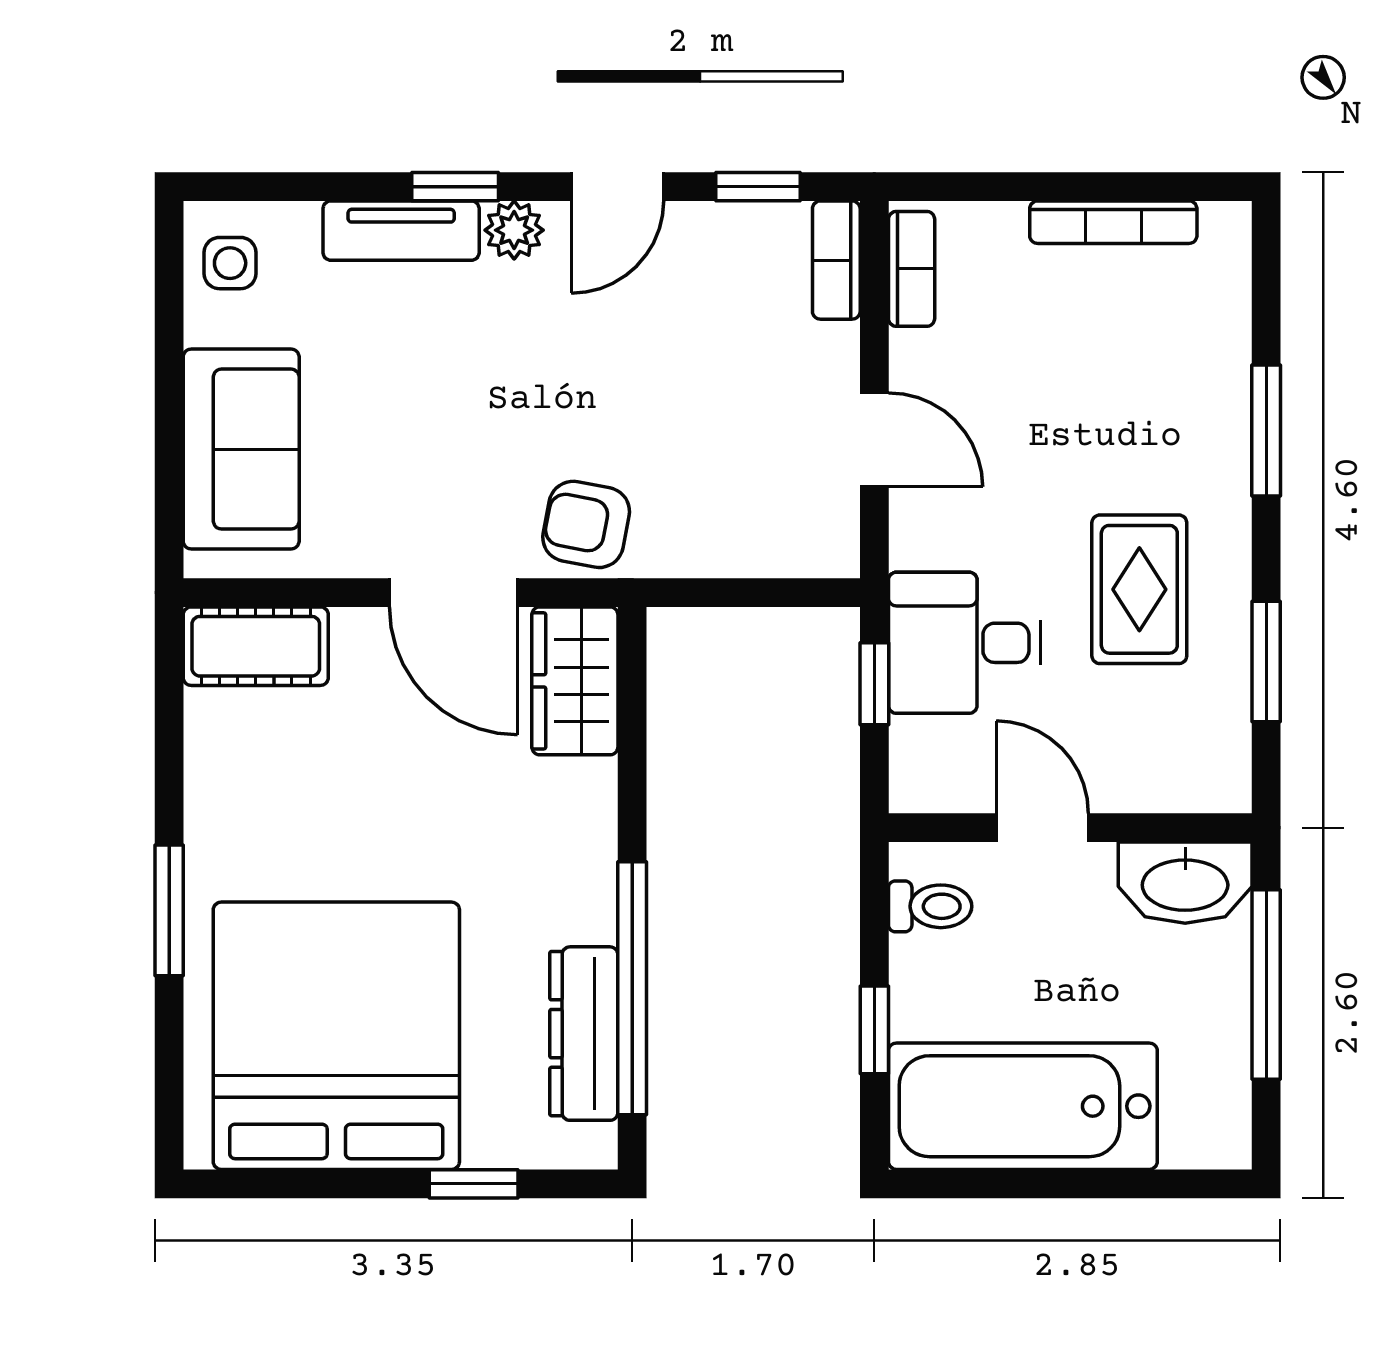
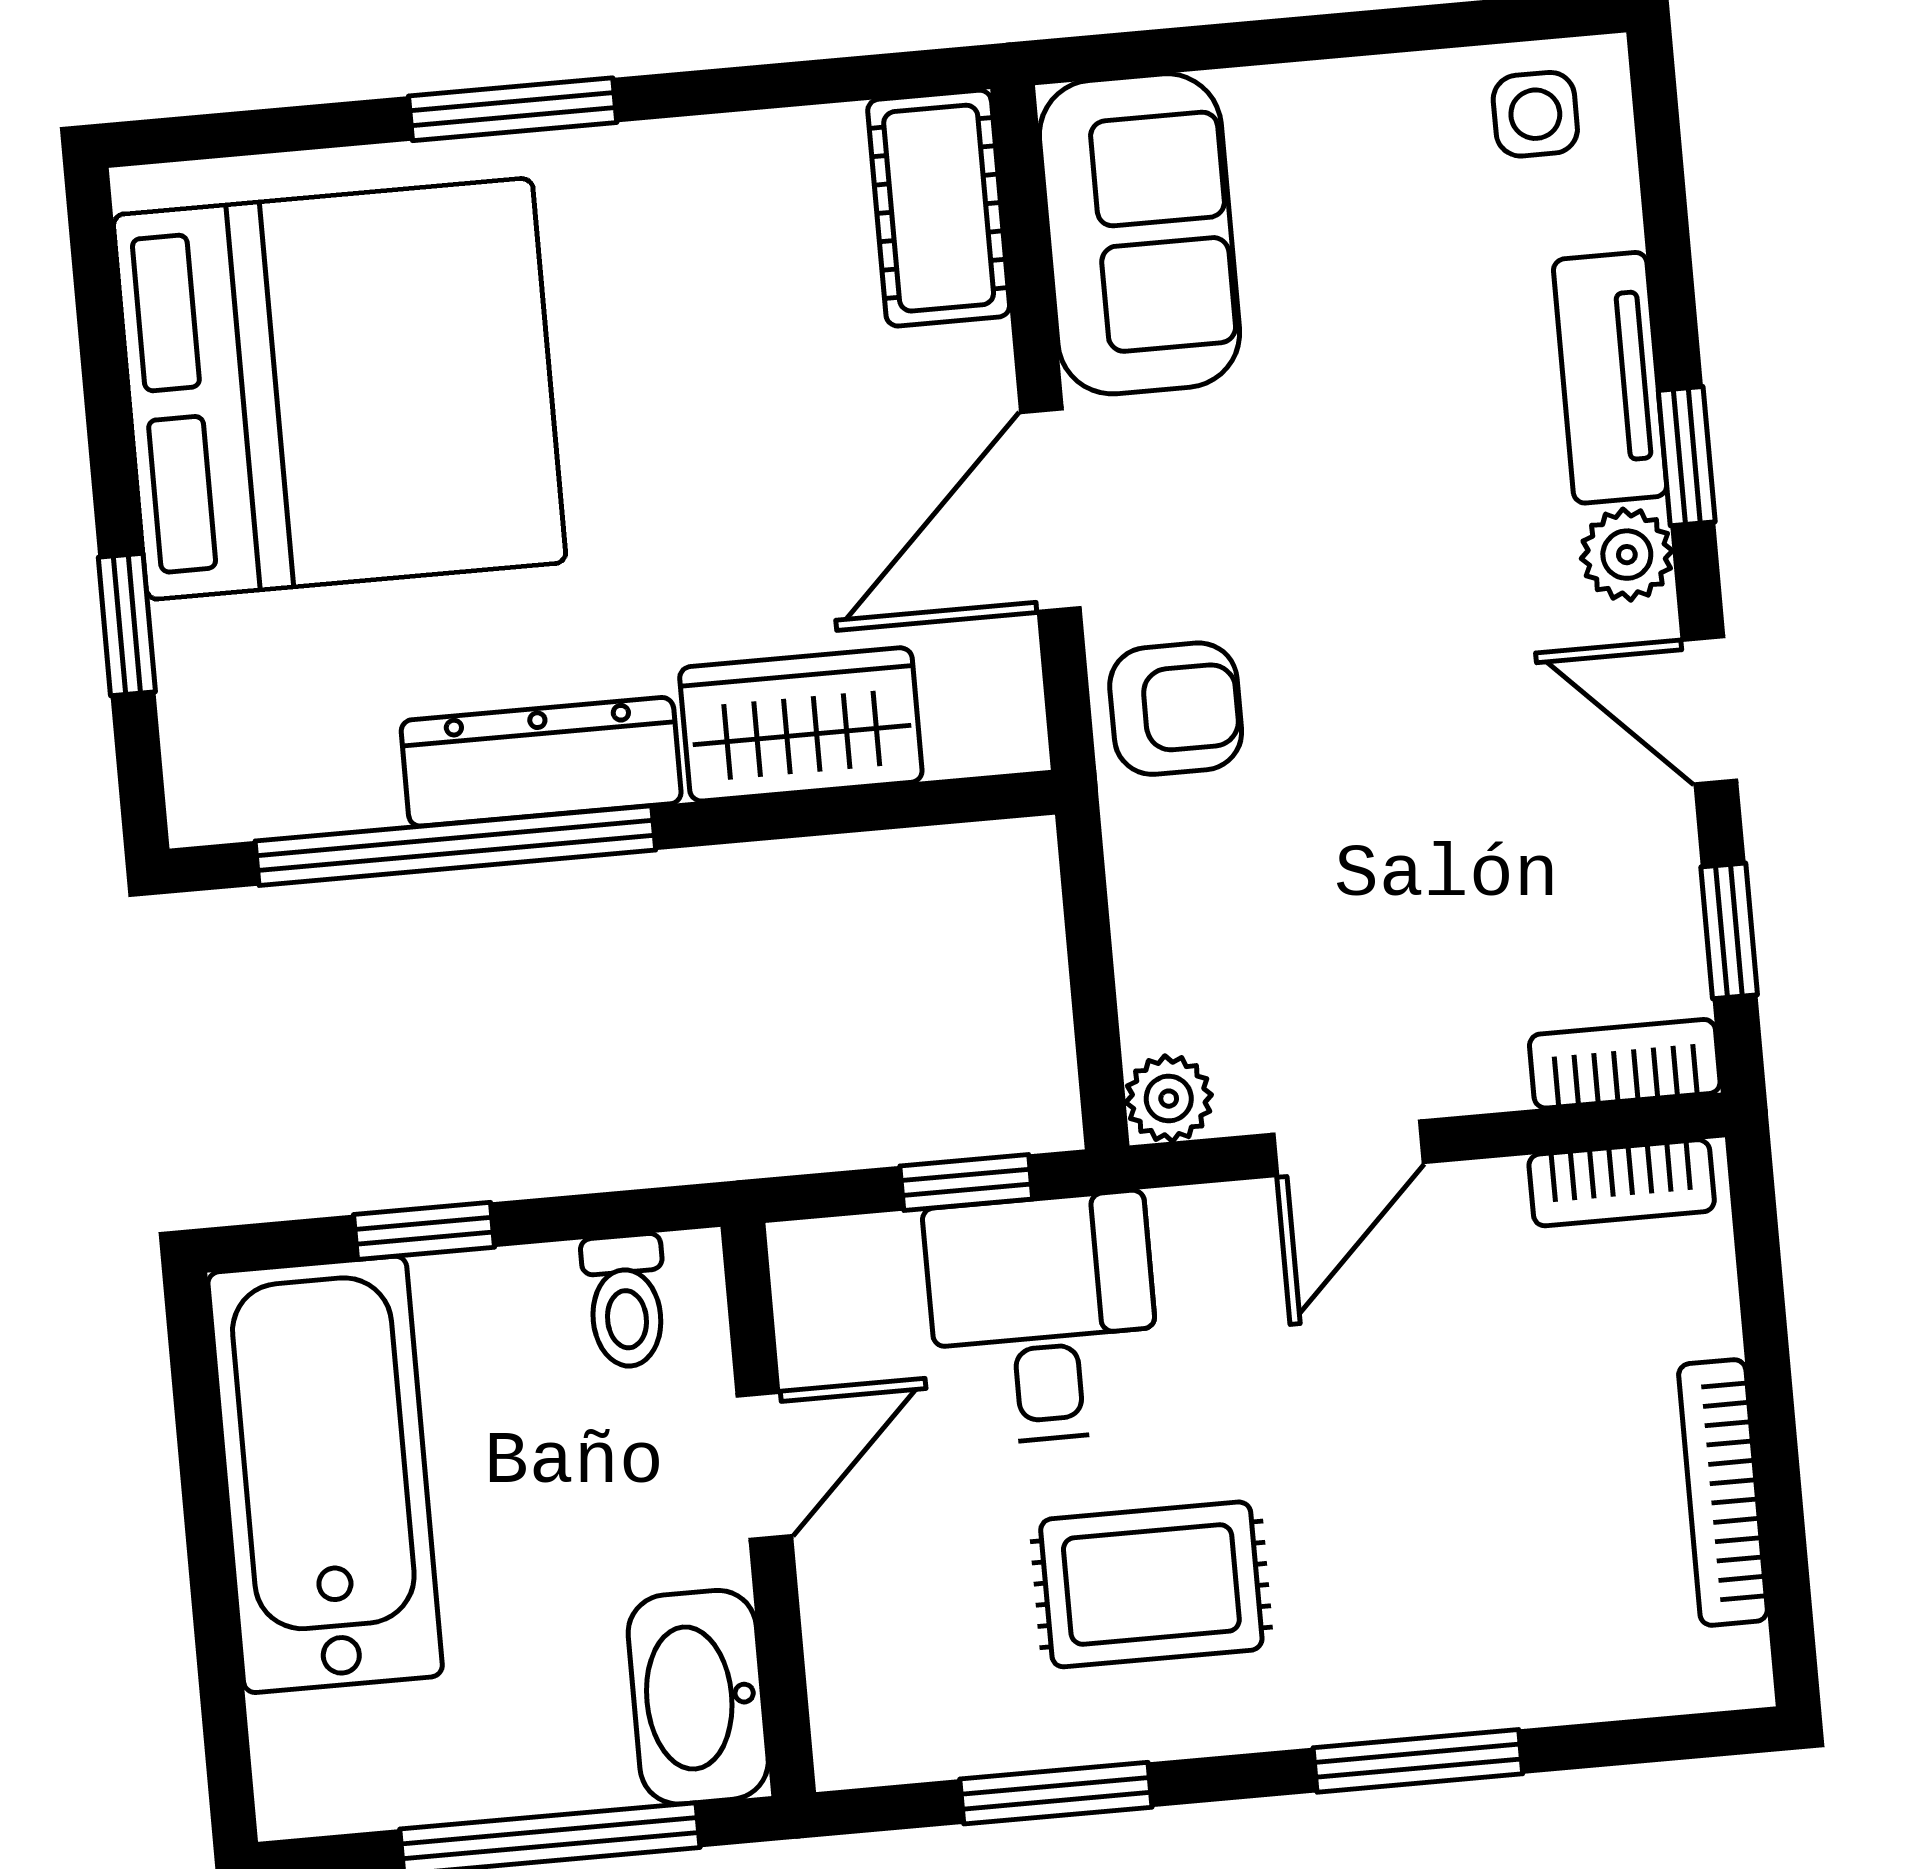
sofa: (241, 449) -> (1140, 234), moved, turned -90
armchair: (586, 524) -> (1176, 709), turned 79
plant: (833, 551) -> (1169, 1099), added
wardrobe: (575, 681) -> (801, 724), moved
dresser: (584, 1034) -> (541, 762), moved

